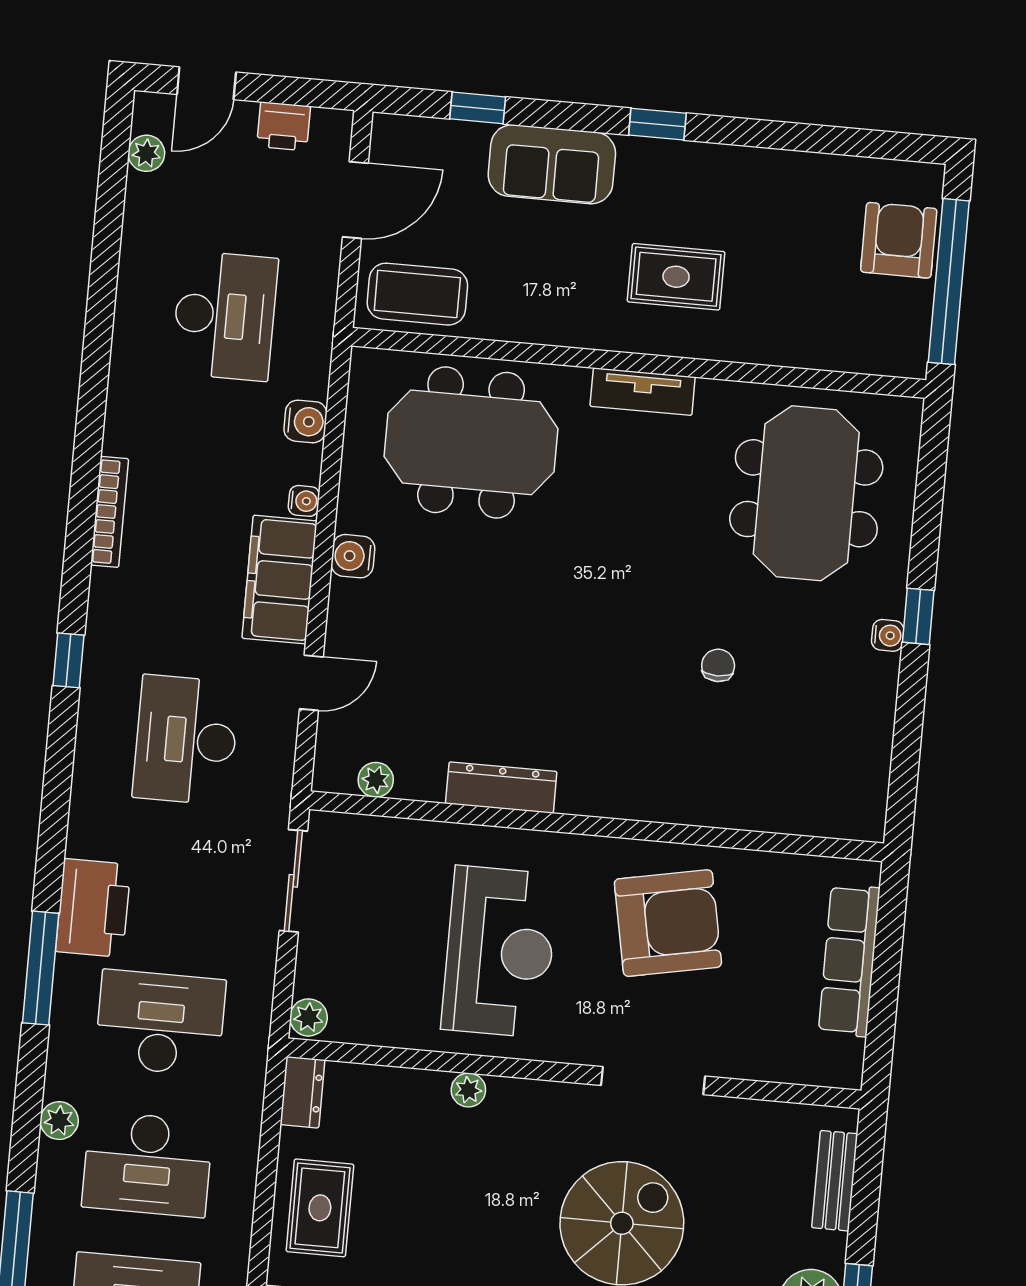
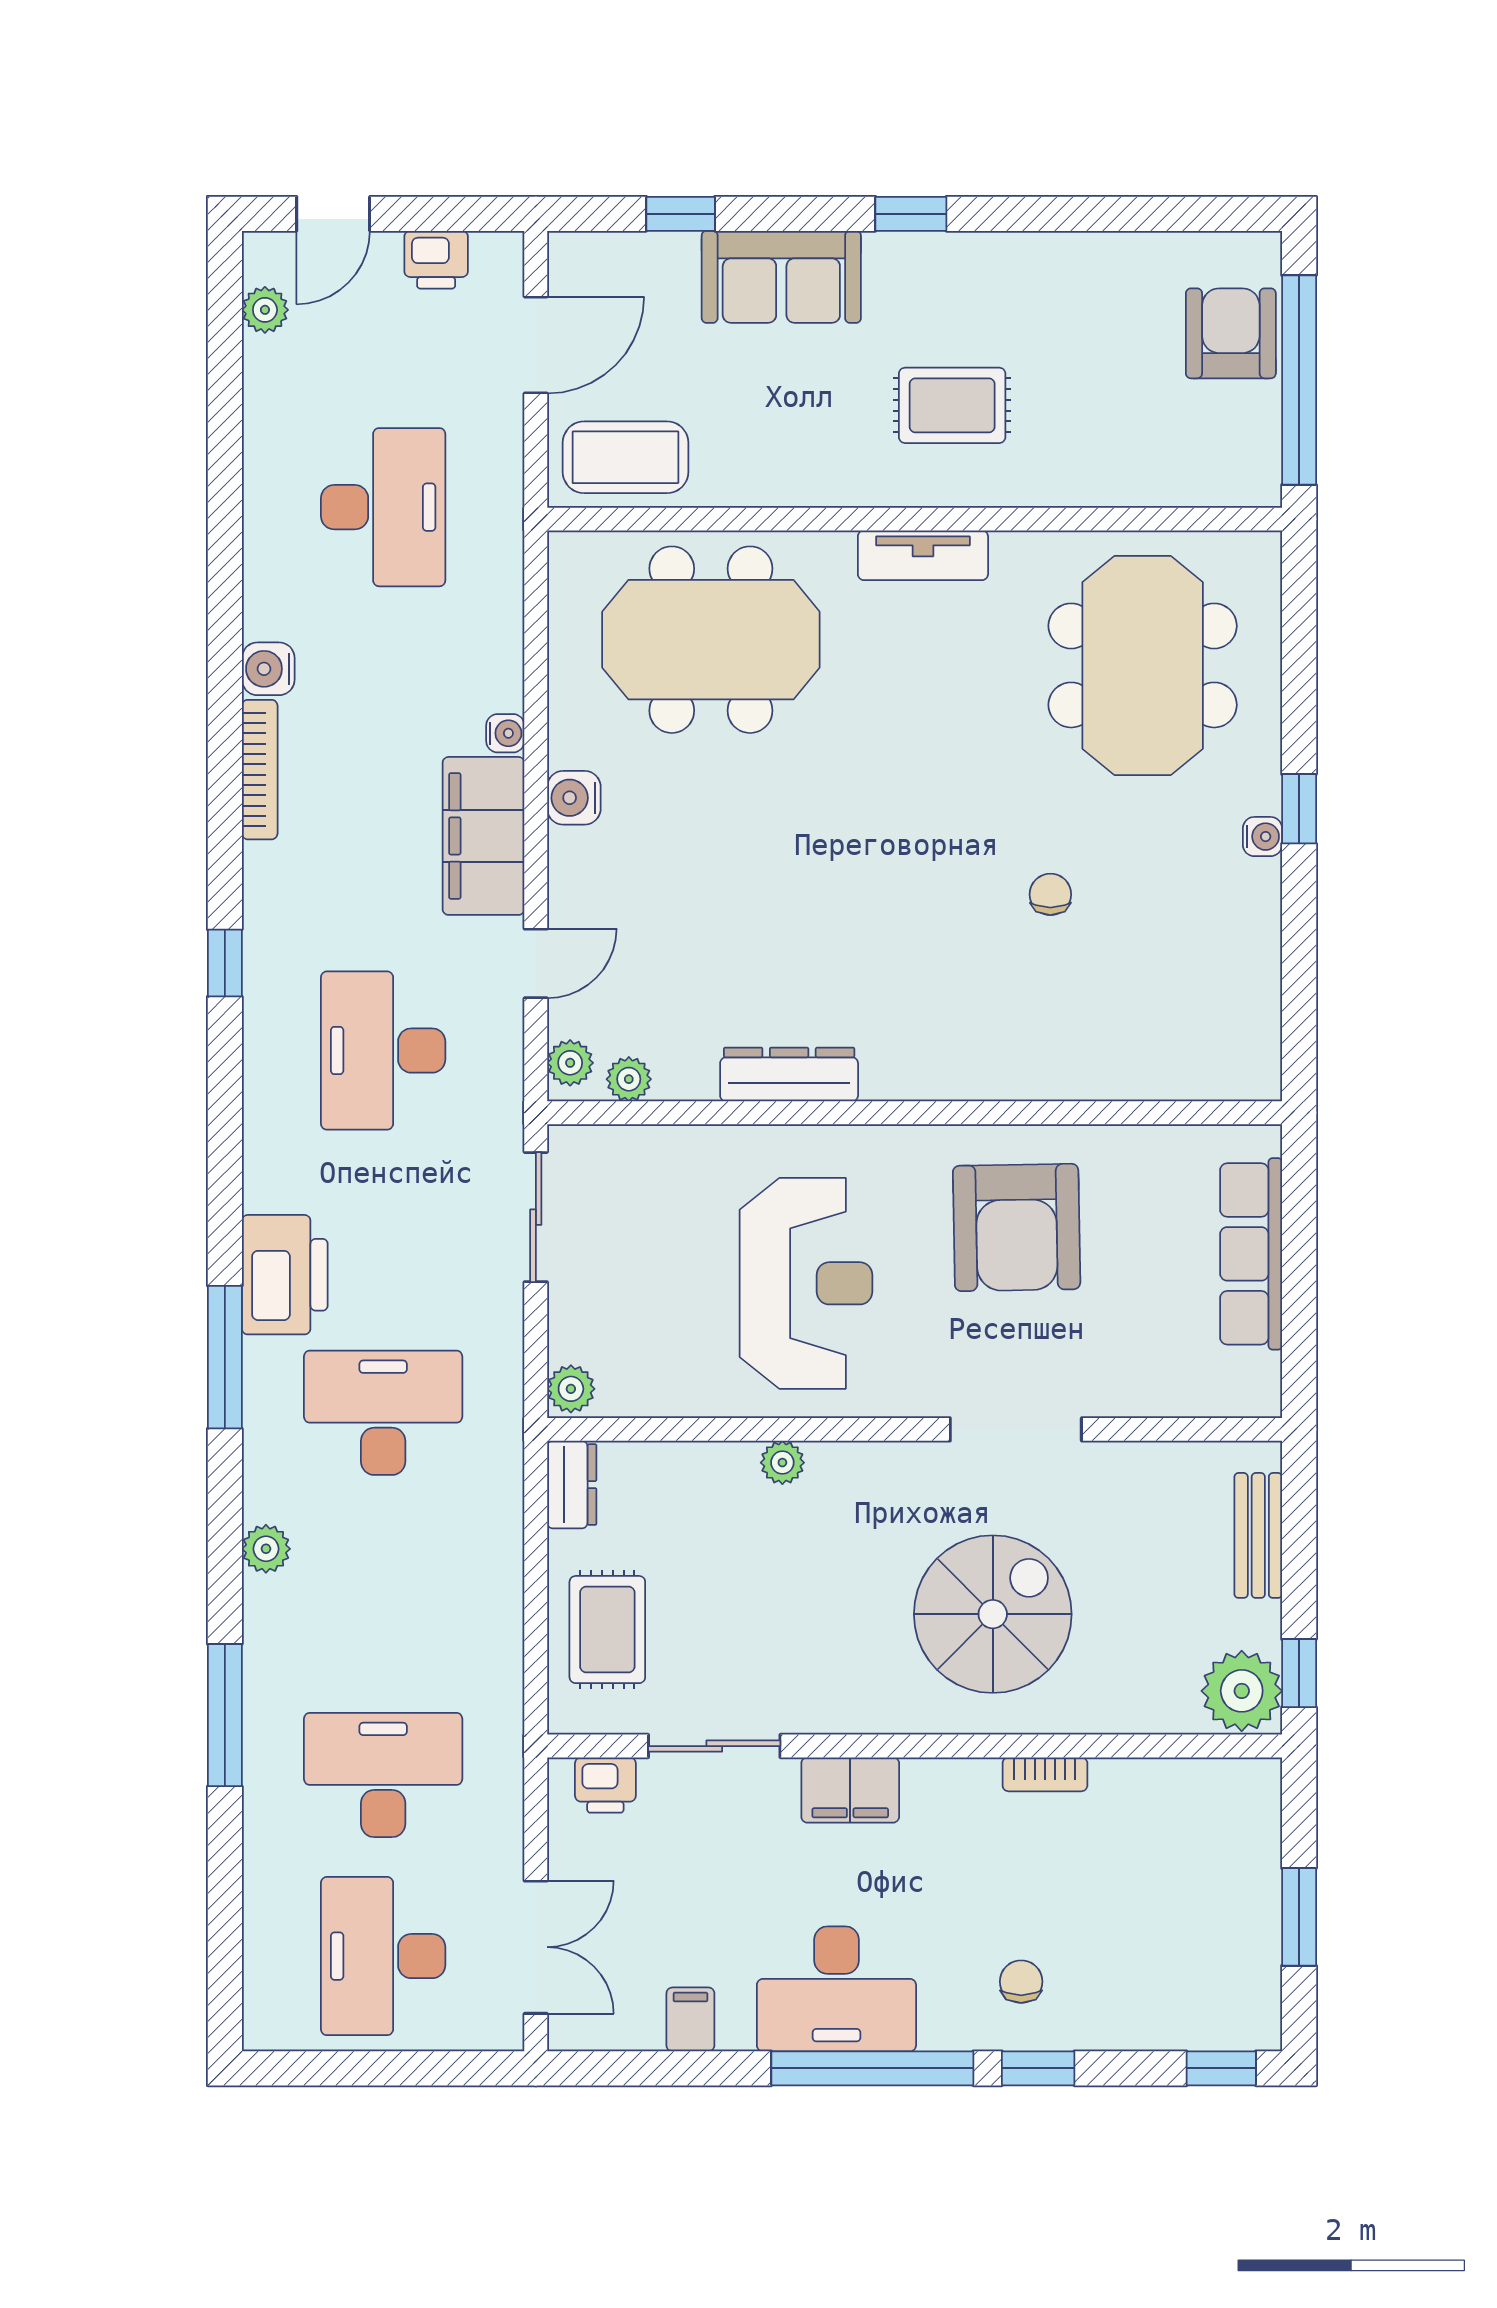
water cooler: (305, 421) -> (268, 669), moved, turned 180
plant: (331, 763) -> (570, 1063), added
armchair: (668, 923) -> (1017, 1227), turned 100
desk: (147, 1164) -> (383, 1594), removed

